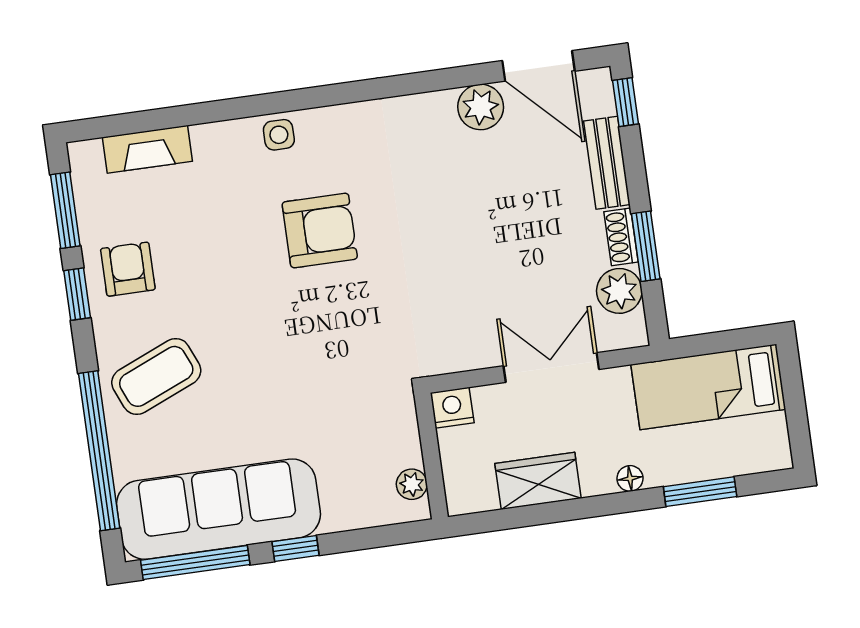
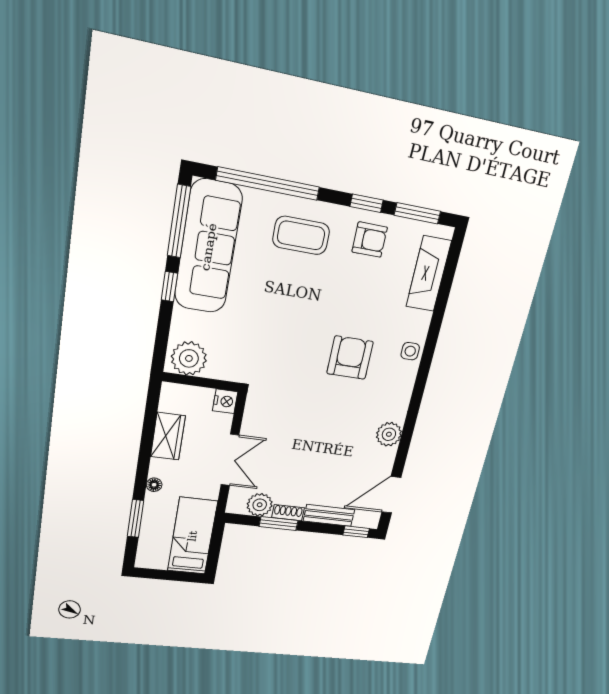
plant: (481, 107) -> (389, 434), moved
fireplace: (147, 149) -> (429, 274), width x1.37, depth x1.32
armchair: (320, 231) -> (350, 358), turned 180
coffee table: (156, 376) -> (301, 235), turned -67
plant: (412, 484) -> (189, 358), width x1.88, depth x1.88

